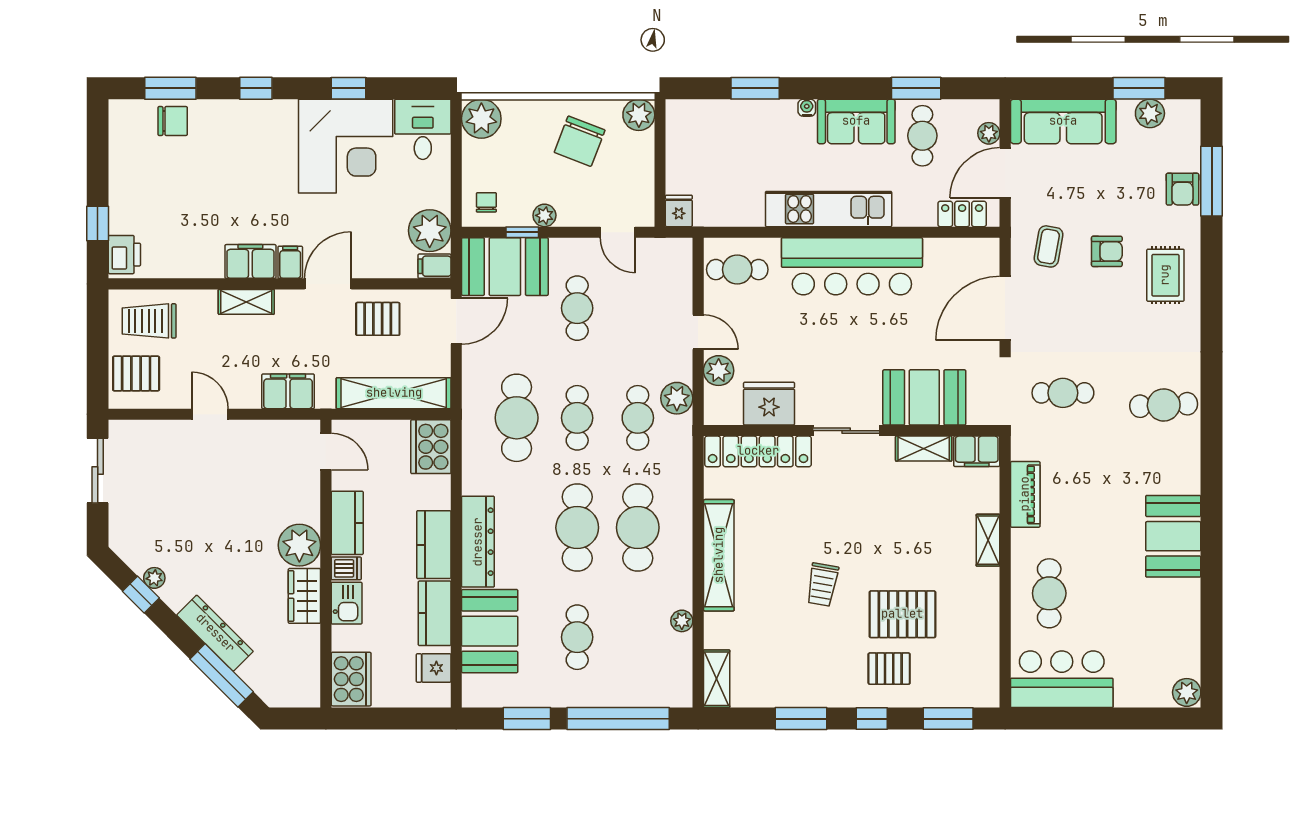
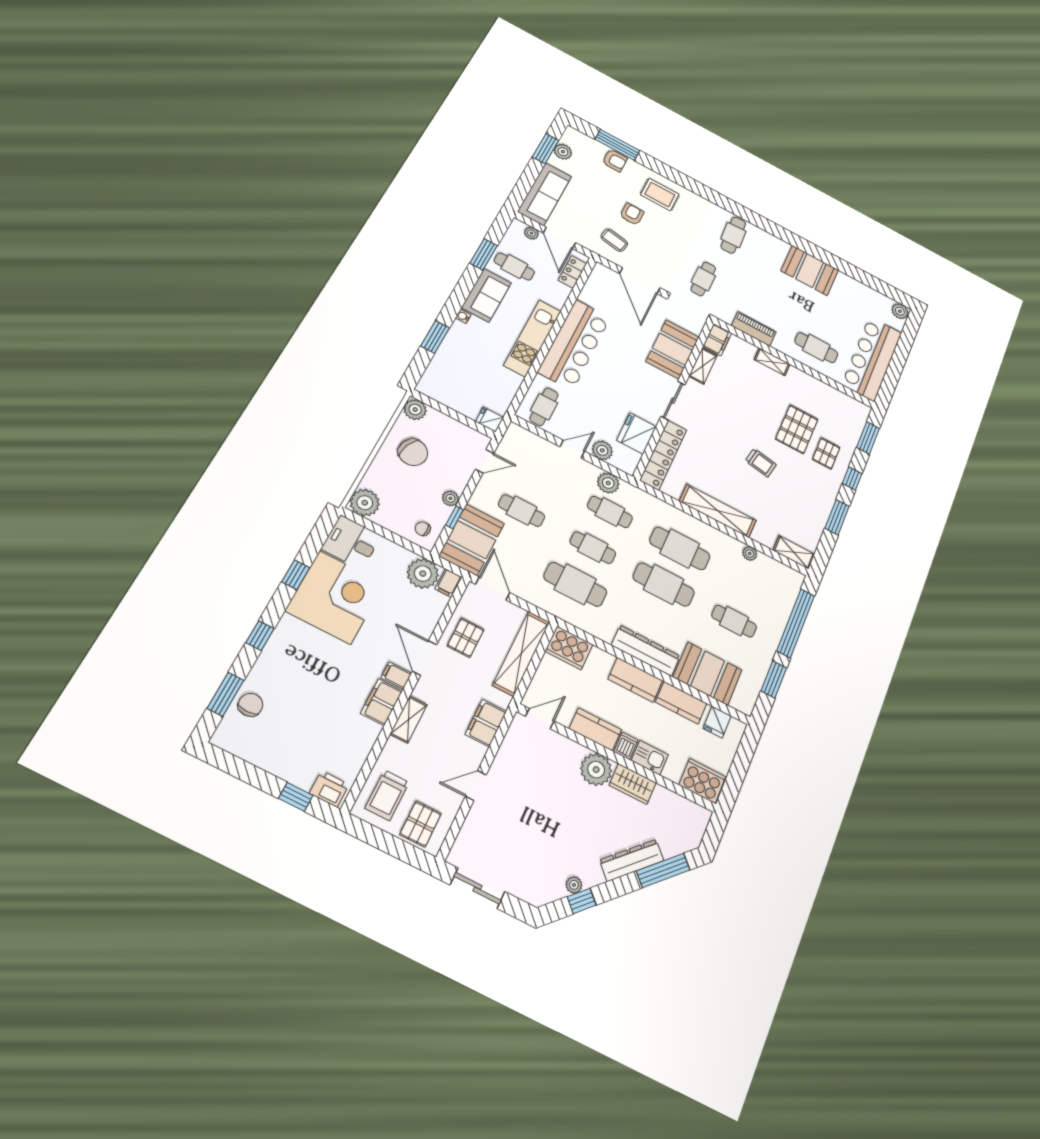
bar counter: (1062, 679) -> (872, 359), width x1.36

